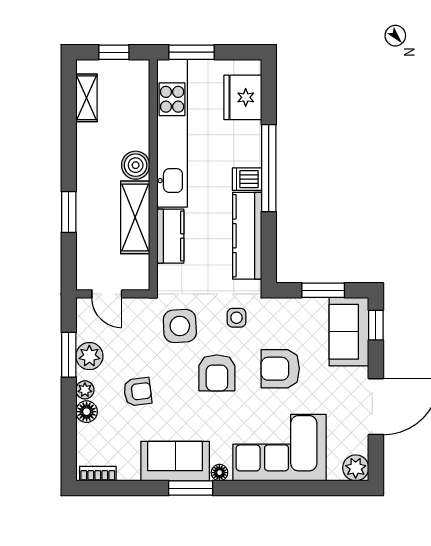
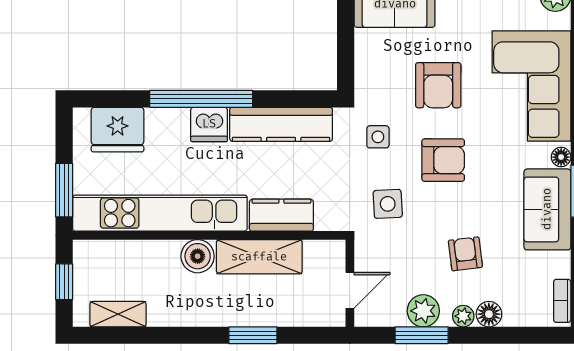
dishwasher: (247, 179) -> (209, 124), width x1.38
window: (323, 290) -> (346, 35), removed
side table: (180, 326) -> (388, 204), width x0.73, depth x0.73

